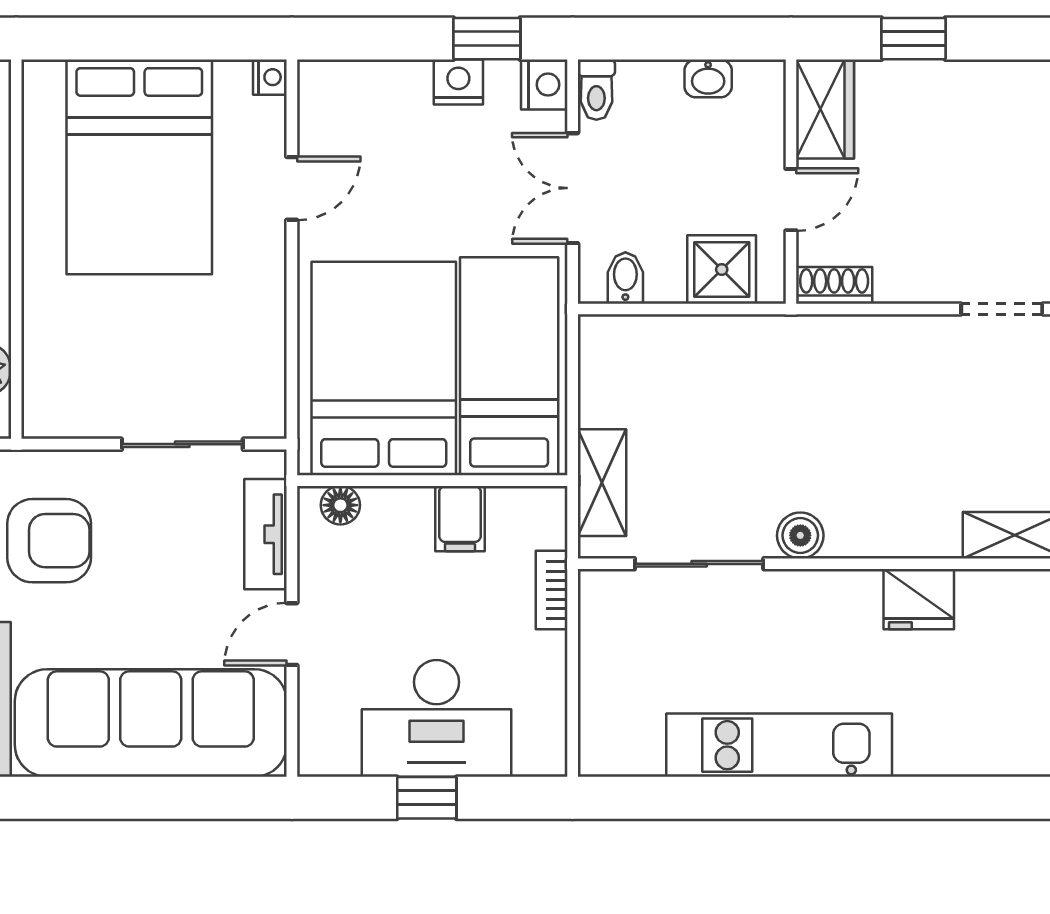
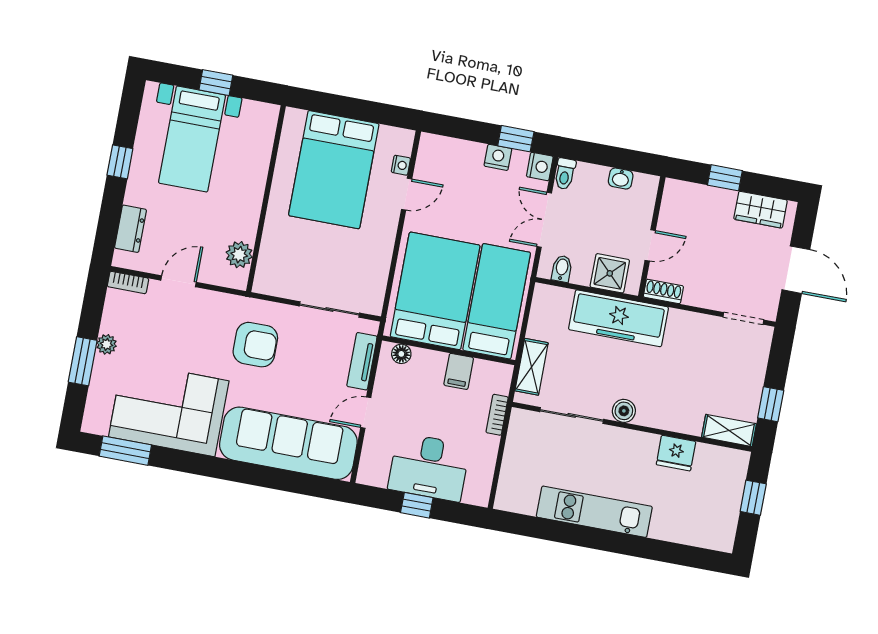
nightstand: (270, 77) -> (401, 165), moved
wardrobe: (825, 109) -> (761, 210), moved, turned 90
freezer: (756, 355) -> (618, 318), added

